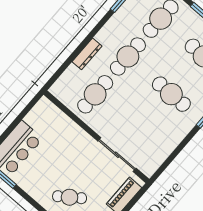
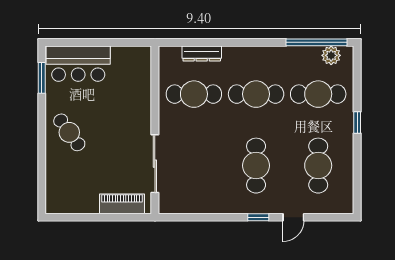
dresser: (87, 54) -> (202, 54), moved
cafe table: (70, 197) -> (69, 132), moved

